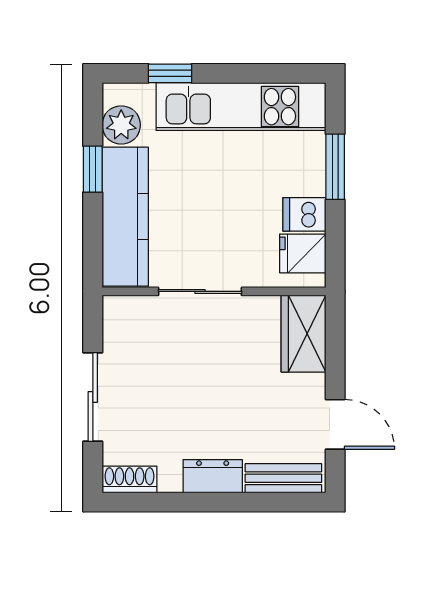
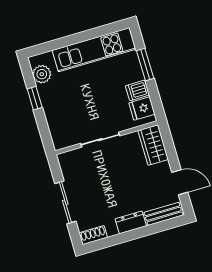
window: (170, 73) -> (57, 44), removed
kitchen counter: (125, 217) -> (56, 116), removed

